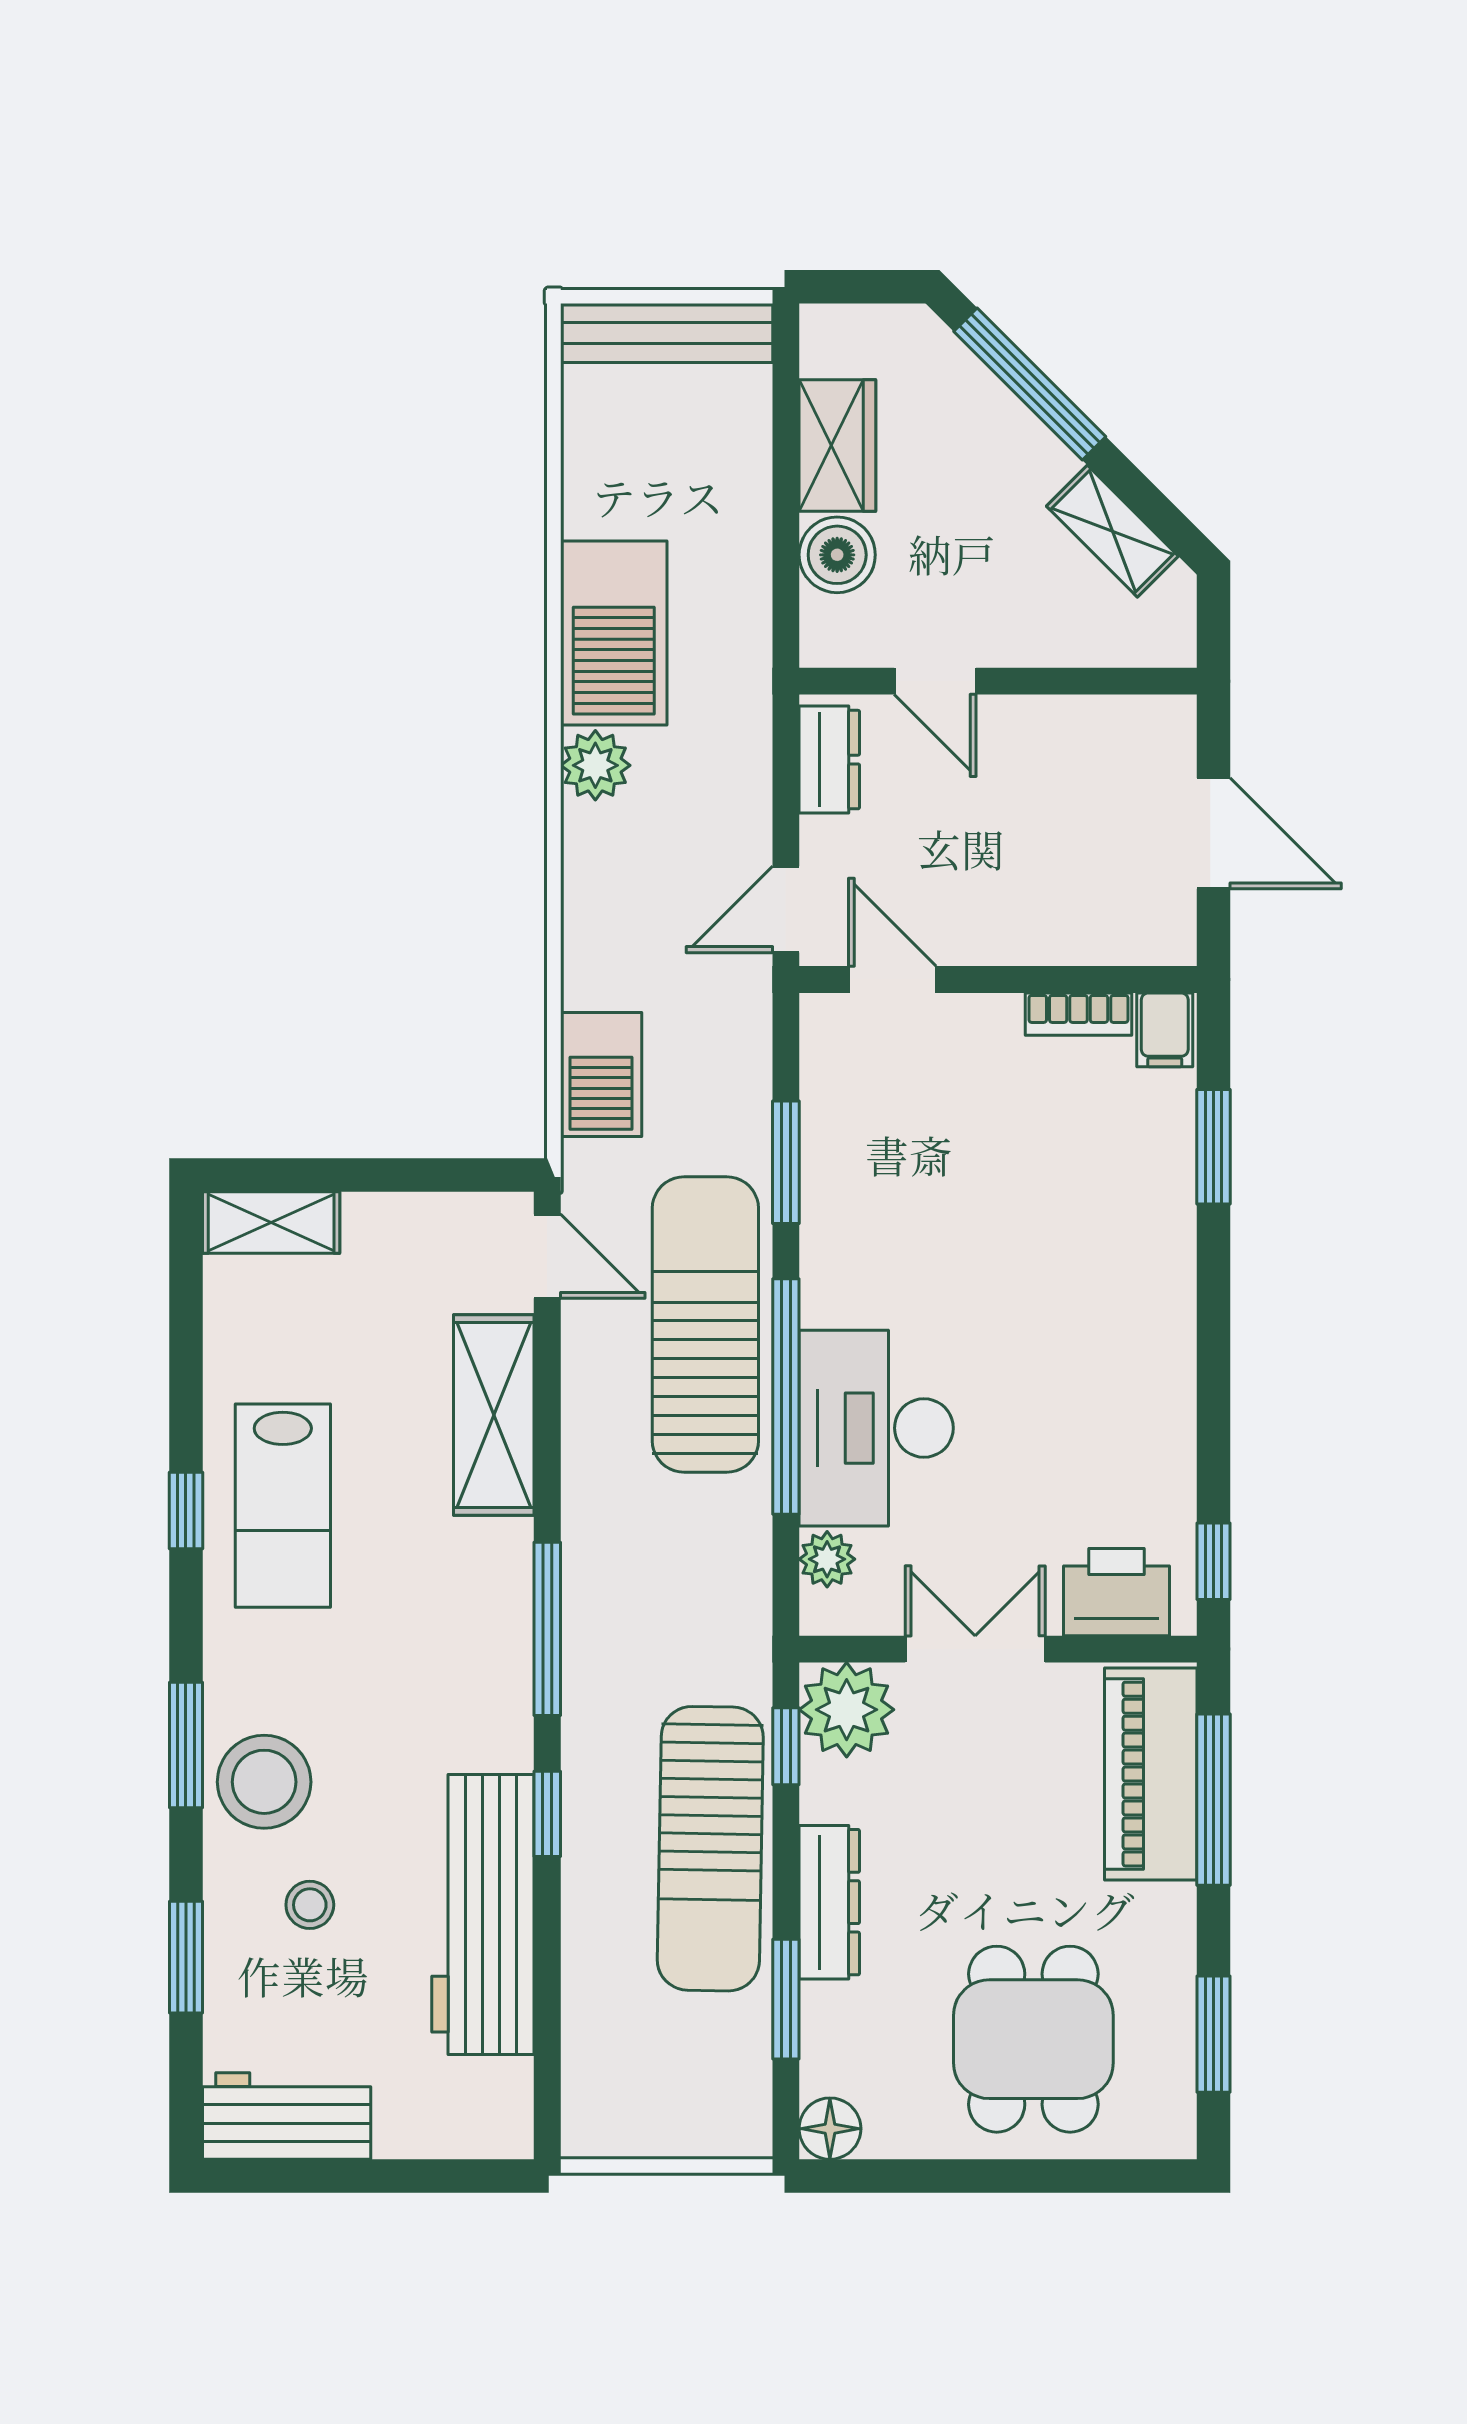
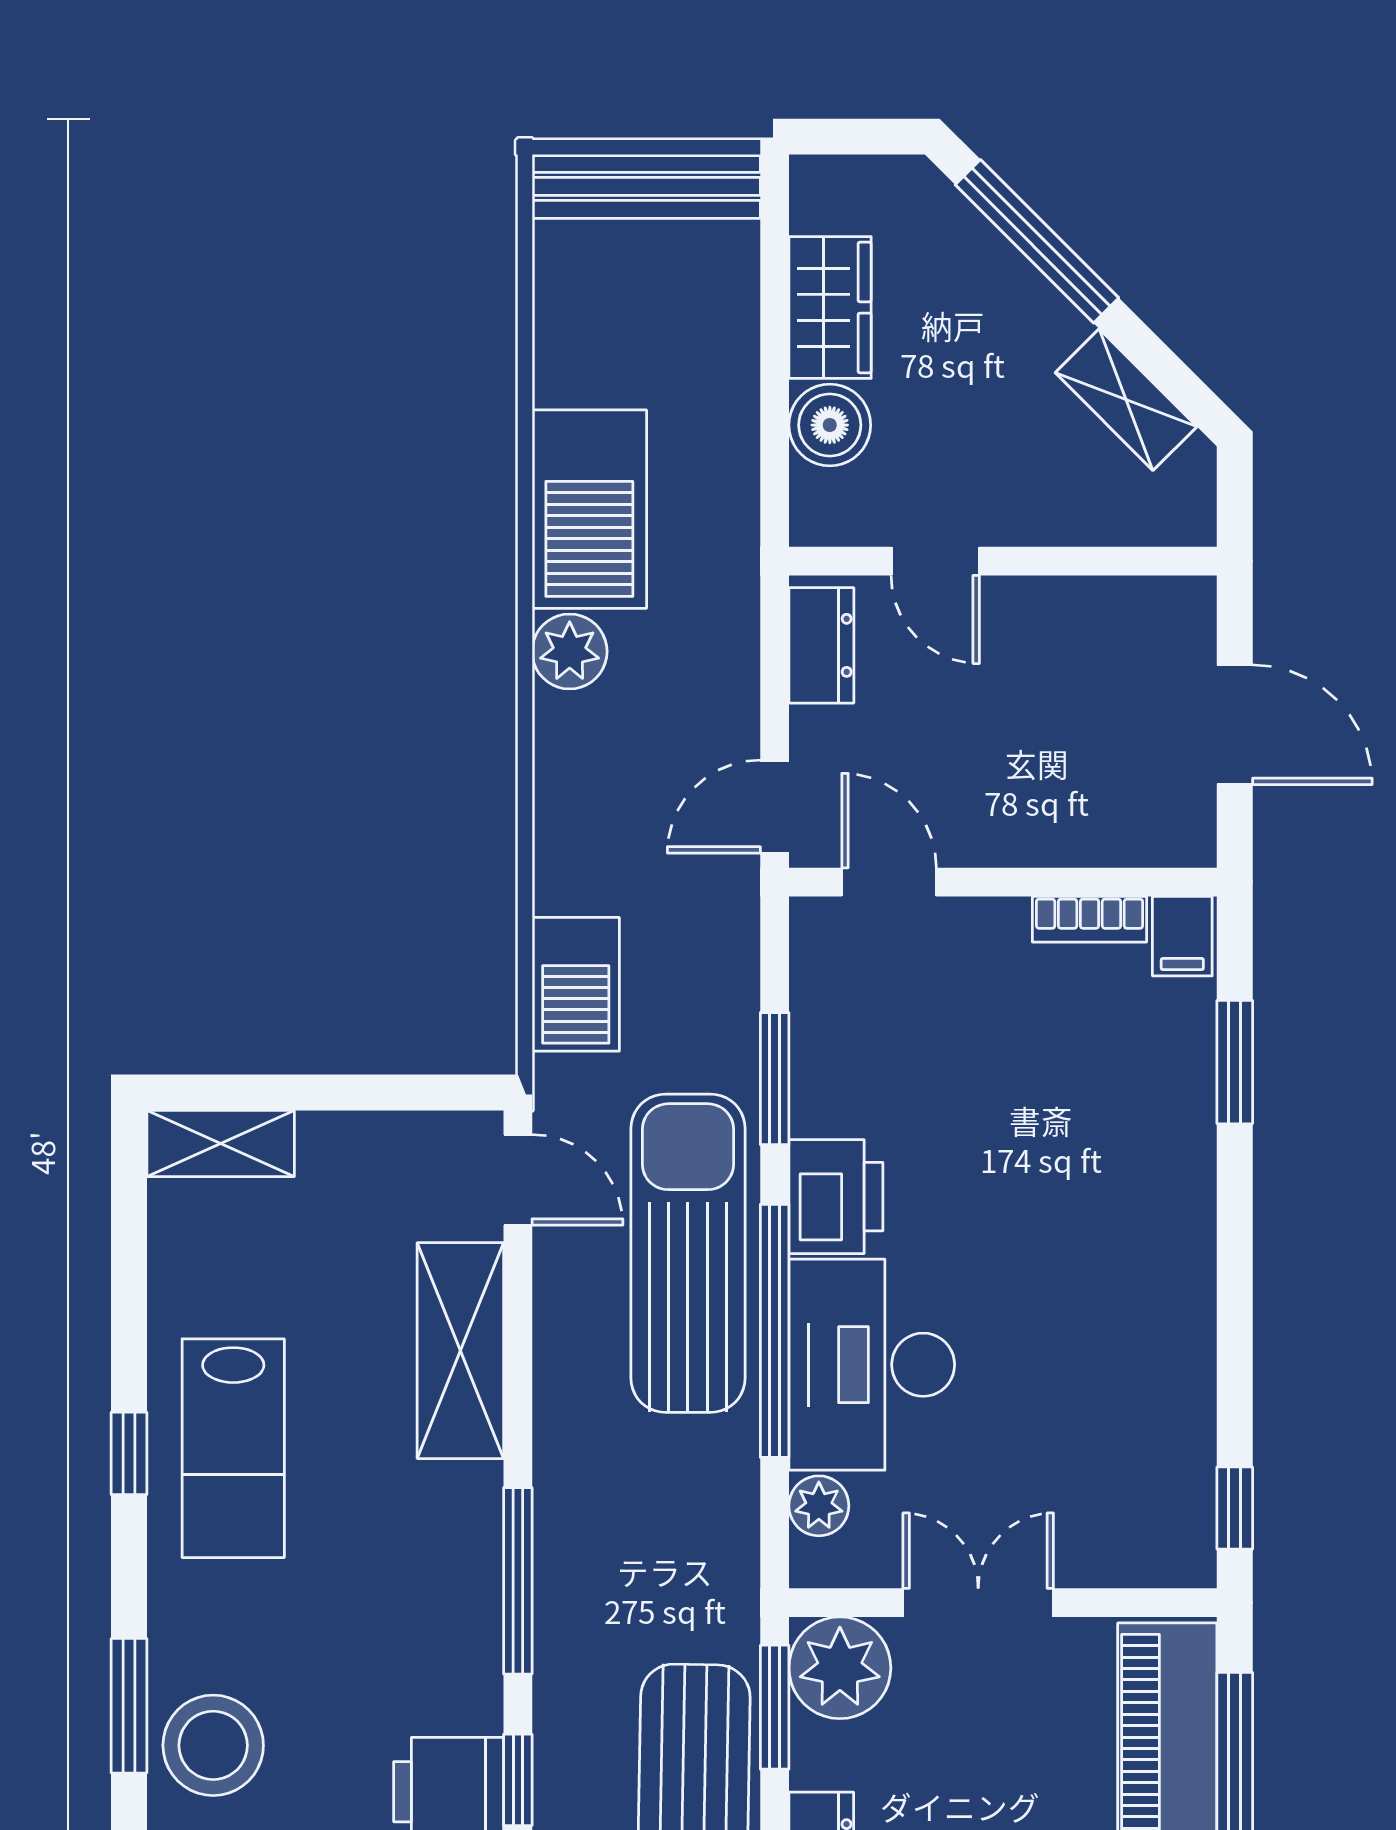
printer: (1116, 1592) -> (836, 1197), moved, turned 90
window: (786, 1746) -> (775, 1707), width x1.50

